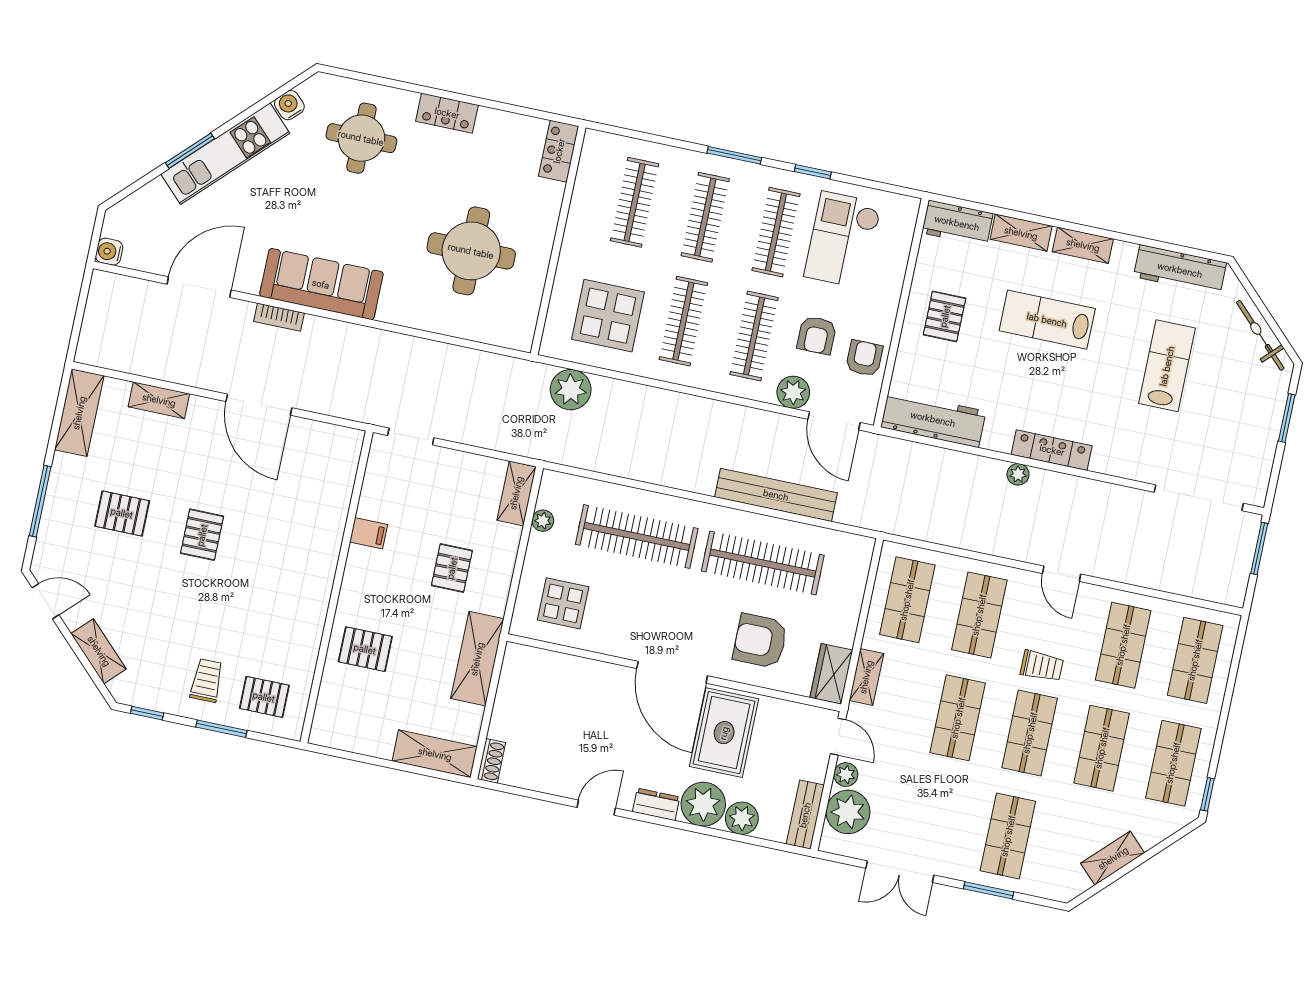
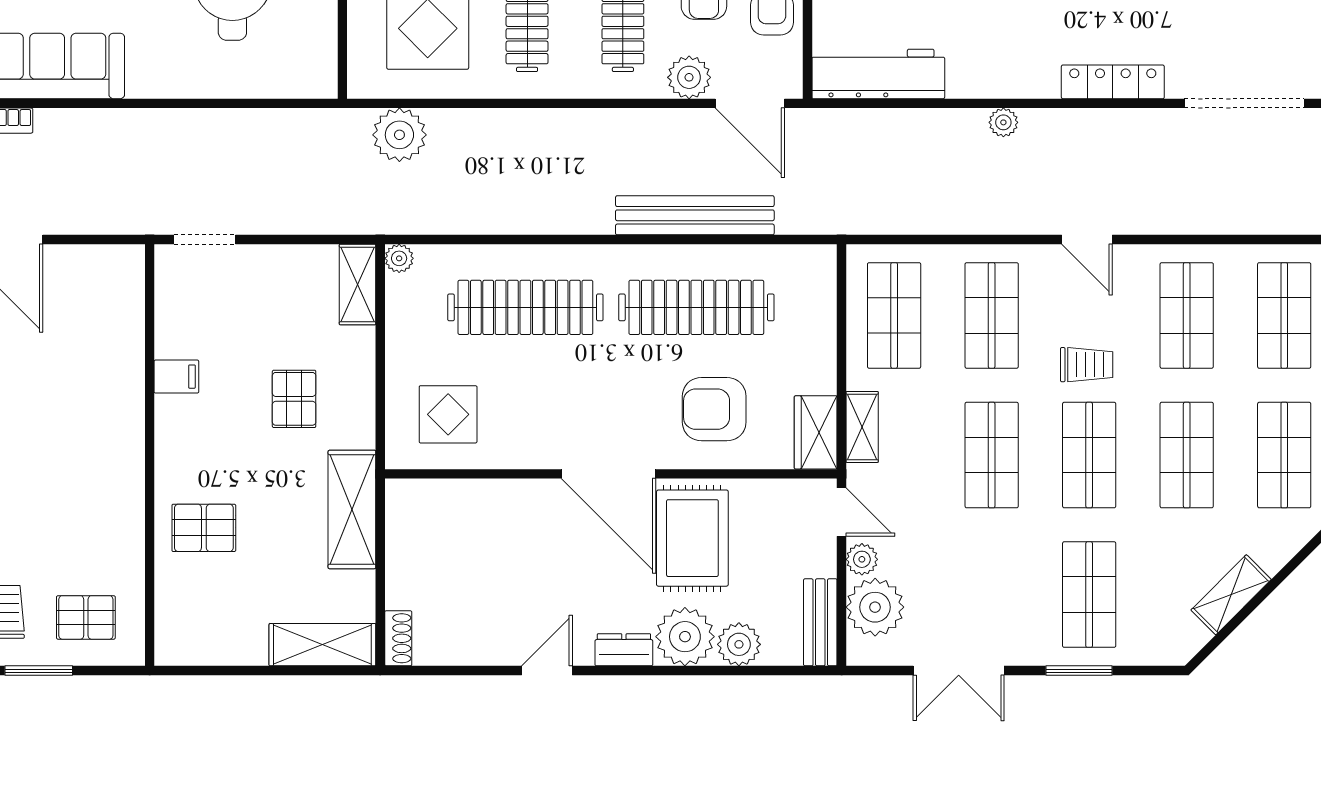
locker: (1052, 450) -> (1113, 82), moved
plant: (543, 521) -> (399, 258), moved

